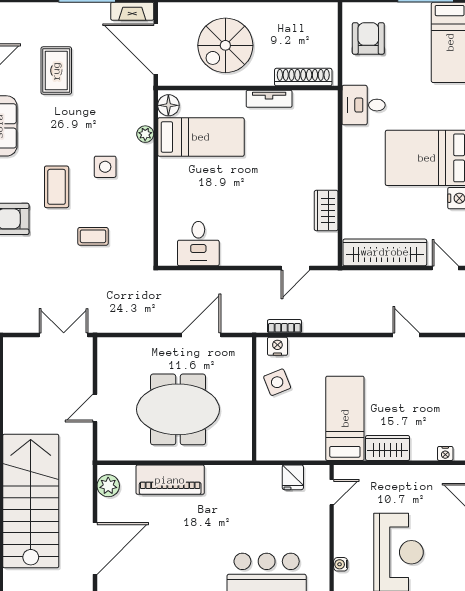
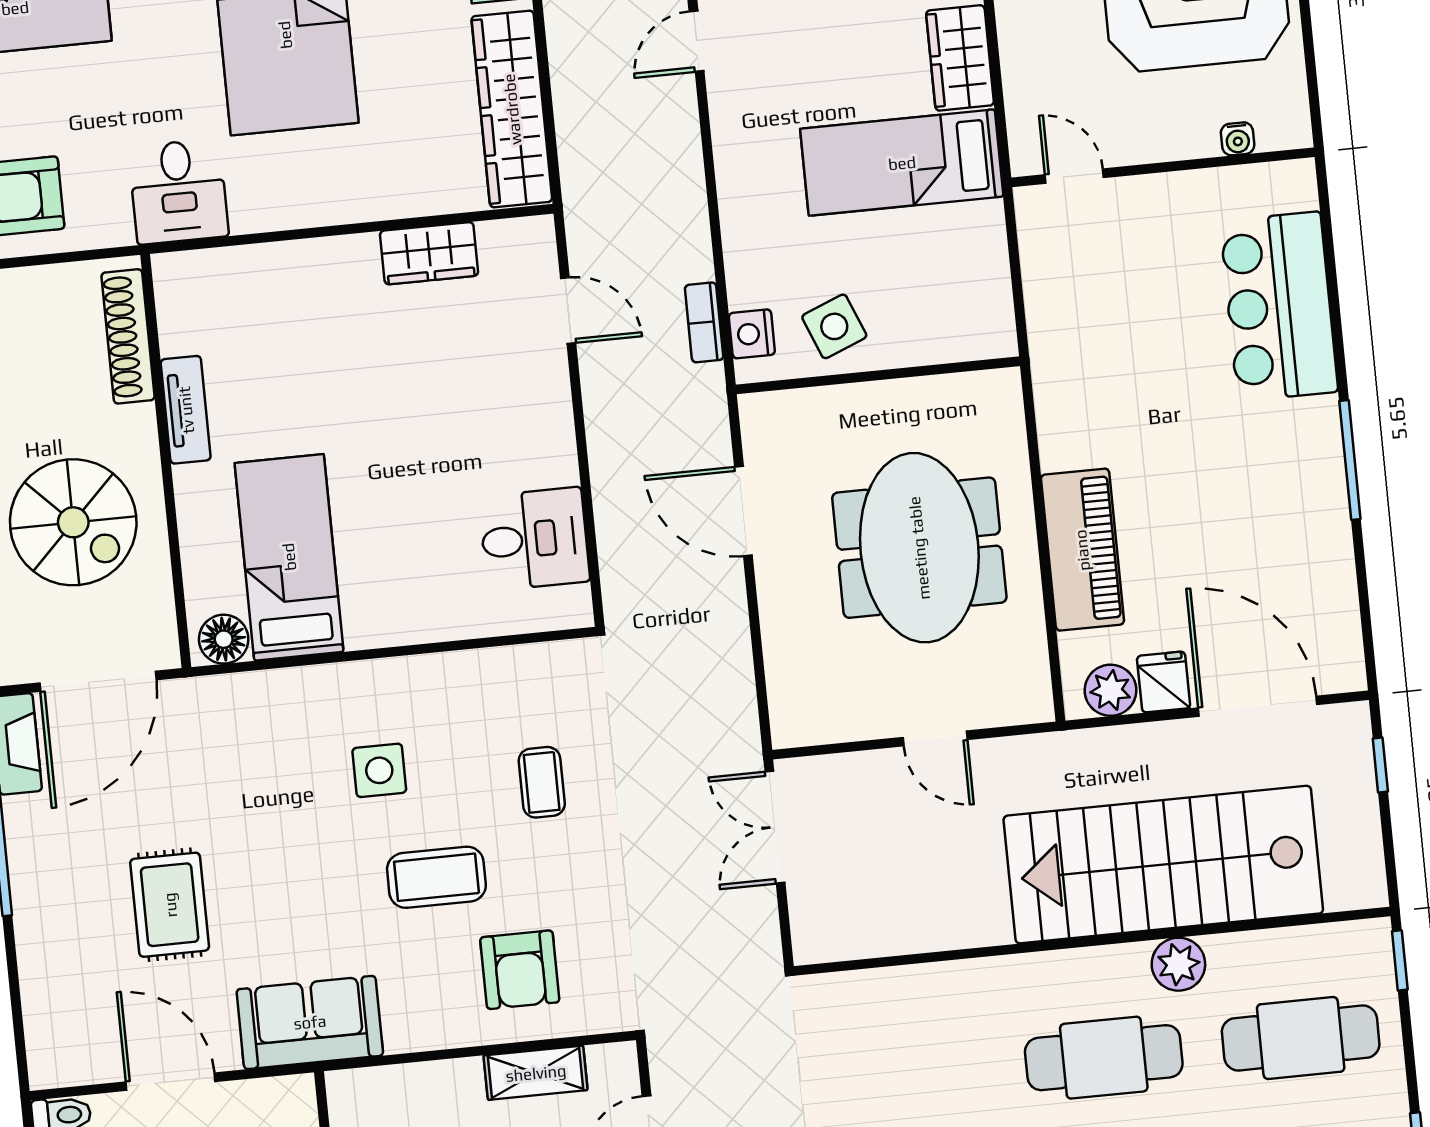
rug: (56, 71) -> (170, 905), turned 90
plant: (145, 134) -> (295, 686), removed
fridge: (293, 477) -> (1164, 682), moved, turned -90

